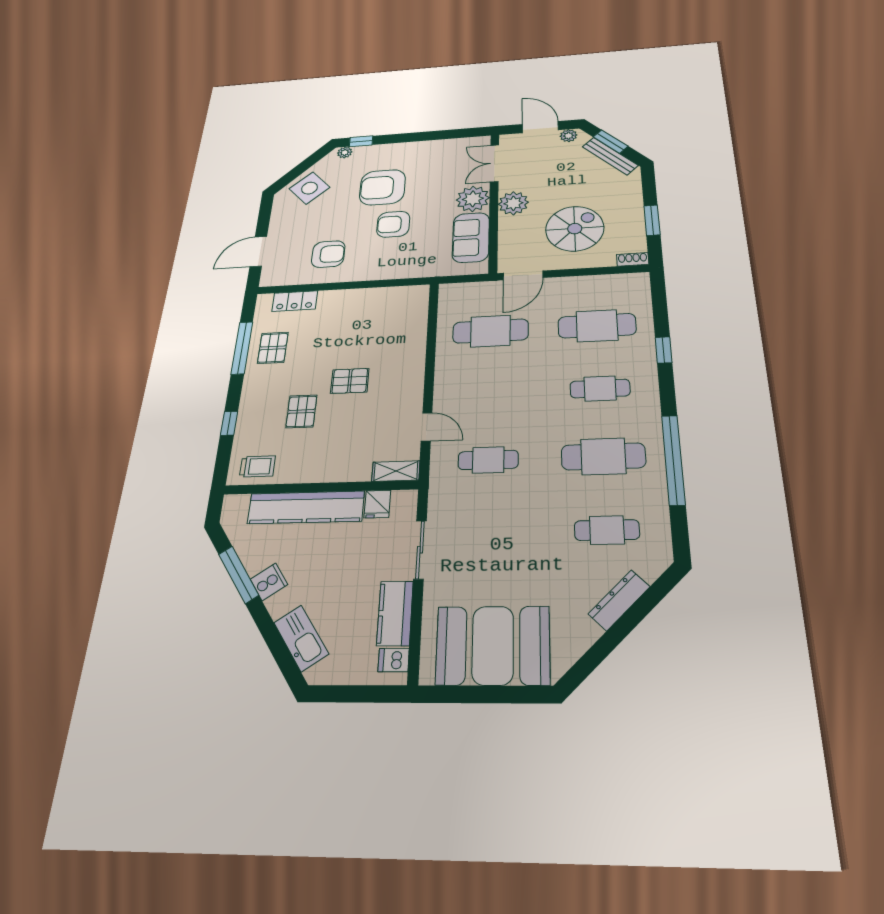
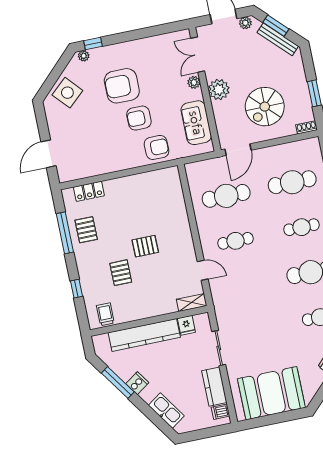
plant: (473, 199) -> (194, 82), width x0.53, depth x0.53
spiral stairs: (575, 229) -> (265, 107), turned 180
armchair: (328, 254) -> (157, 147), moved
cafe table: (488, 460) -> (236, 241), moved
trolley: (257, 466) -> (105, 314), turned -90

